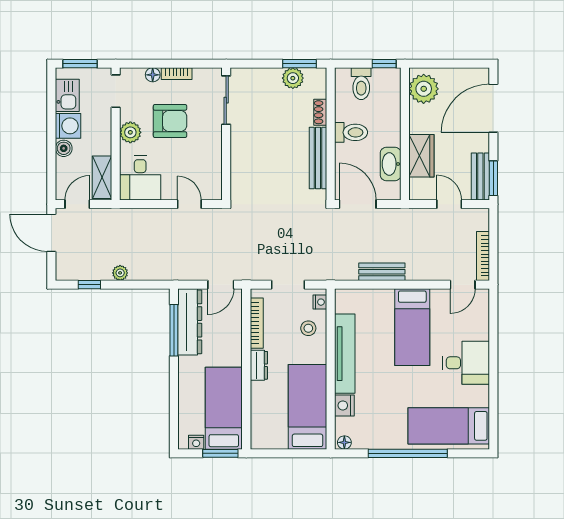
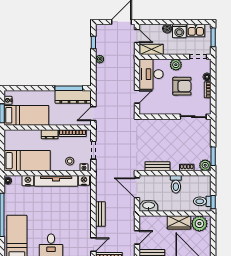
plant: (293, 78) -> (205, 165), moved
toilet: (361, 84) -> (202, 201), moved
armchair: (170, 121) -> (182, 86), turned -90
wardrobe: (421, 156) -> (179, 222), moved
bench: (318, 158) -> (157, 166), width x0.73
washbasin: (391, 164) -> (149, 206), moved
desk: (140, 178) -> (151, 74), width x1.37
door: (358, 204) -> (137, 188), swing flipped
bench: (382, 272) -> (100, 214), moved
door: (221, 285) -> (93, 114), hinge flipped
door: (463, 285) -> (93, 245), swing flipped
nightstand: (344, 302) -> (84, 180), added
bed: (412, 327) -> (70, 217), removed

